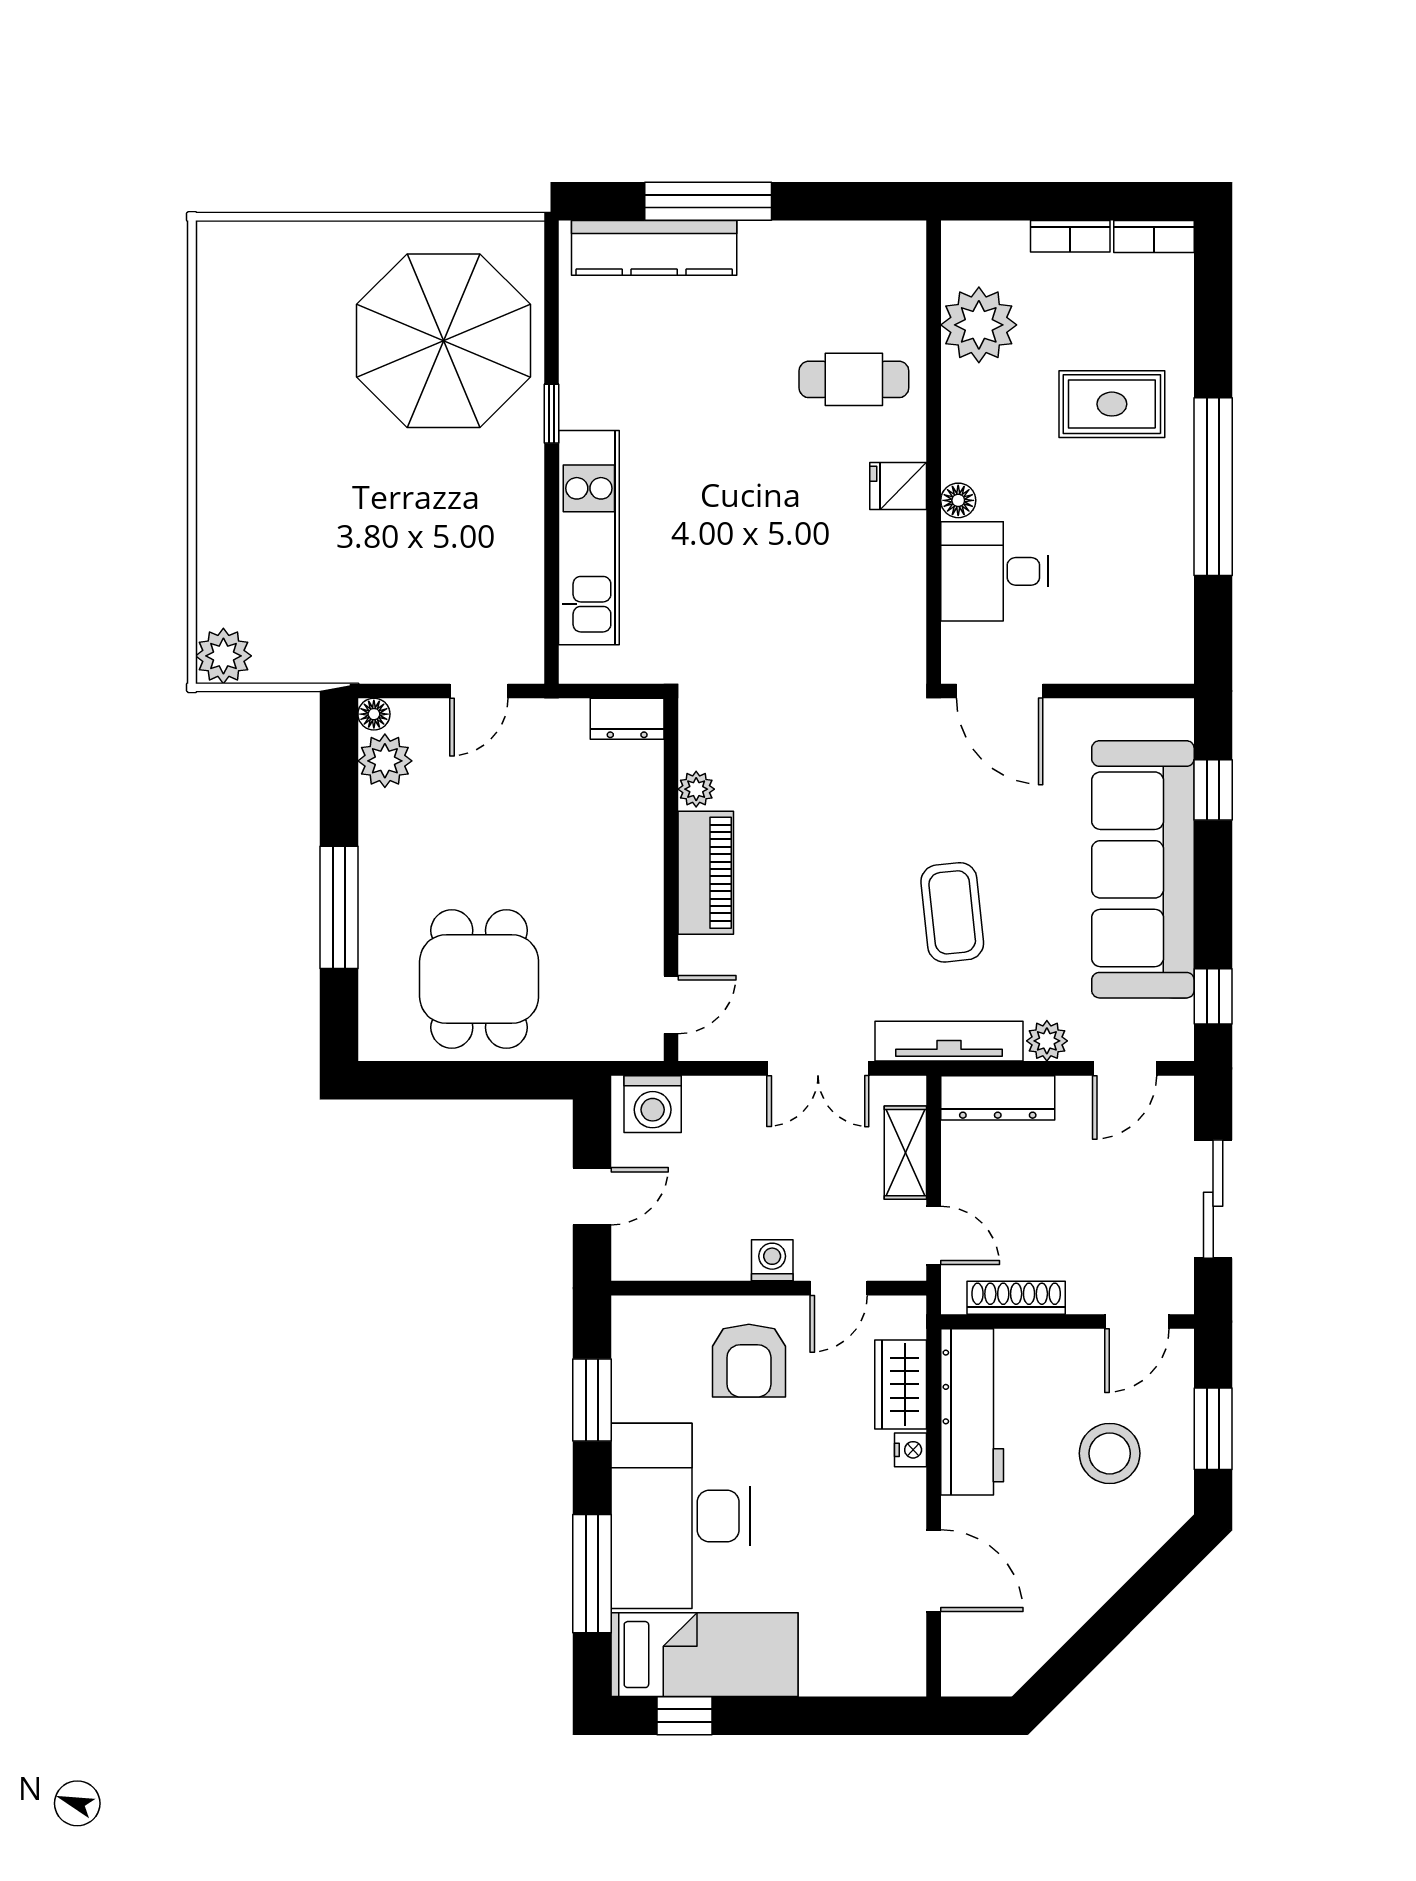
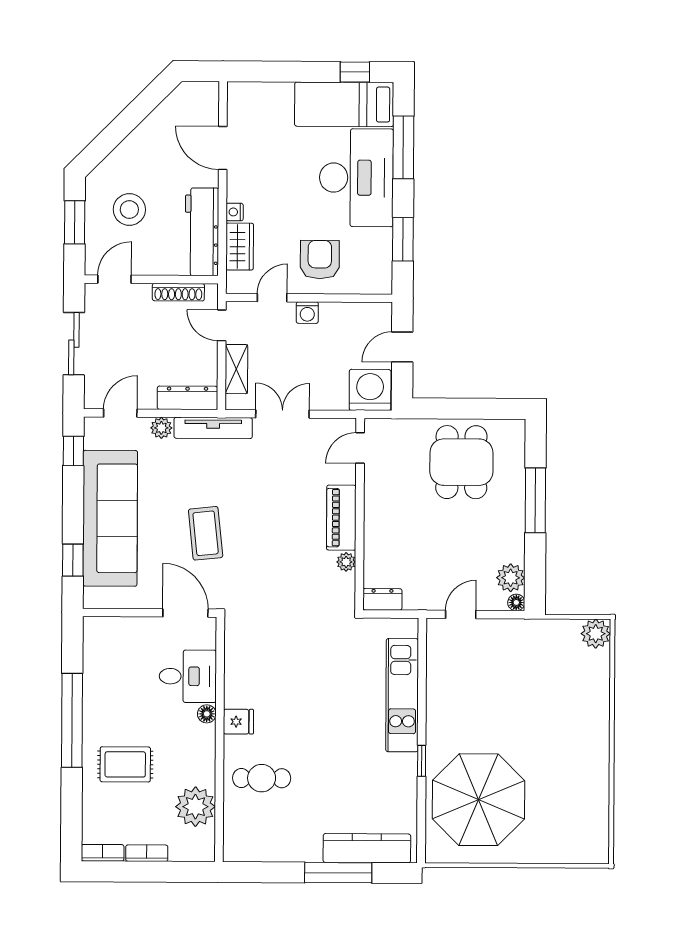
coffee table: (952, 912) -> (206, 533), moved
washing machine: (653, 1104) -> (370, 390), width x1.37, depth x1.37

